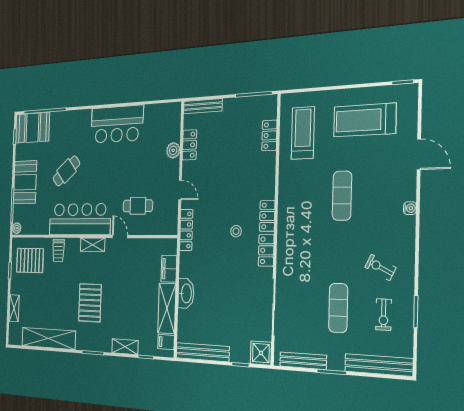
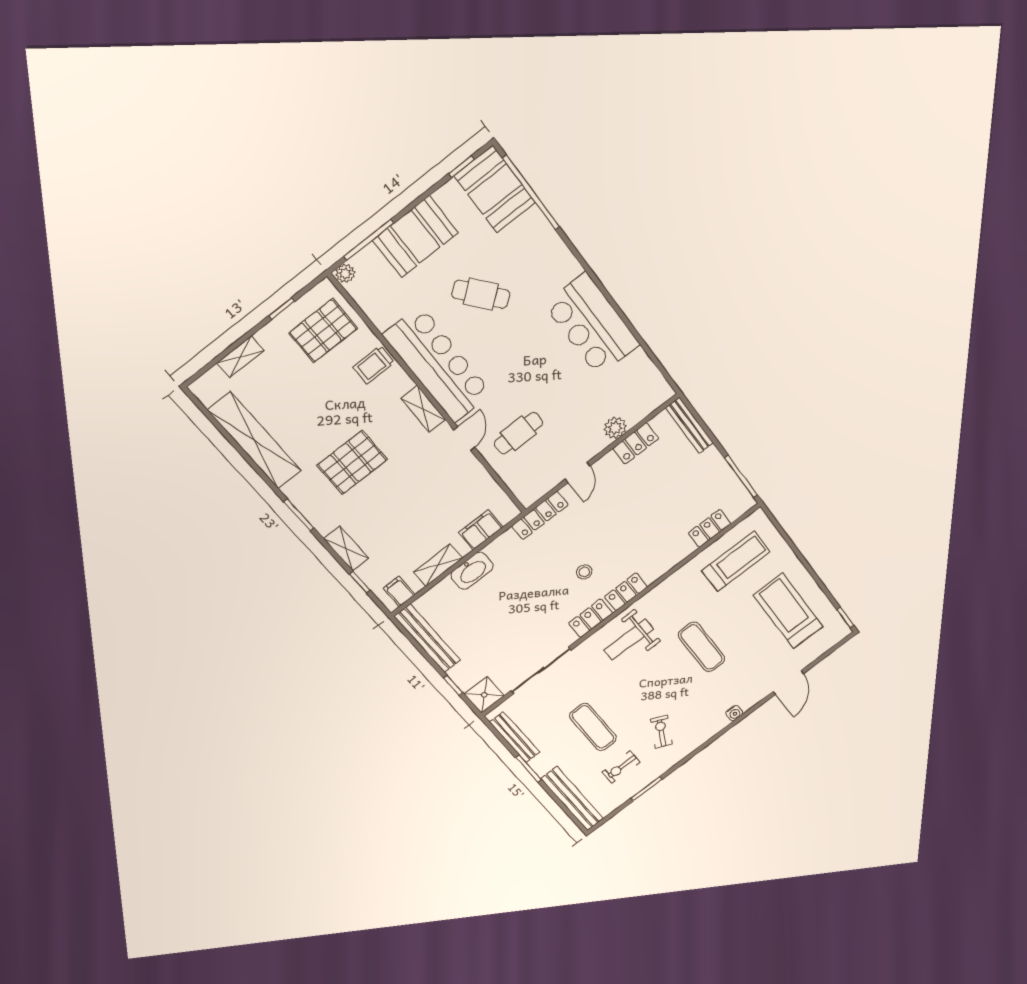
exercise mat: (342, 196) -> (702, 647), turned 90
cafe table: (138, 206) -> (518, 433), turned 90
weight bench: (298, 238) -> (629, 640), added
pallet: (30, 260) -> (323, 331), turned 90
shelving: (167, 308) -> (438, 565), width x0.67, depth x0.75
exercise mat: (338, 308) -> (593, 727), turned 90

